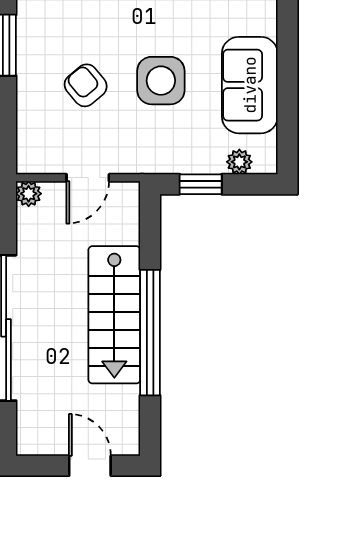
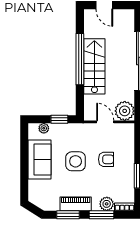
armchair: (86, 85) -> (106, 159), turned -50
door: (88, 178) -> (105, 122), hinge flipped
plant: (29, 194) -> (125, 111), width x1.88, depth x1.88

